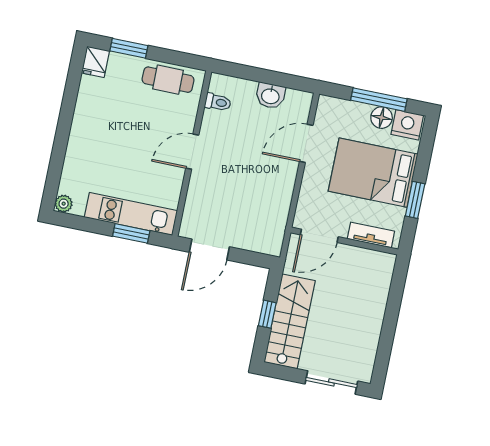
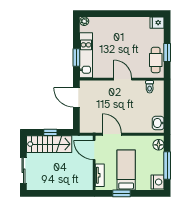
window: (129, 48) -> (167, 52), moved
washbasin: (270, 96) -> (158, 123), moved
floor lamp: (382, 118) -> (159, 145), moved
door: (306, 143) -> (112, 134), moved
bed: (373, 173) -> (126, 170), width x0.67

